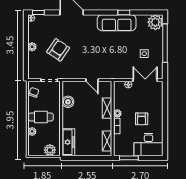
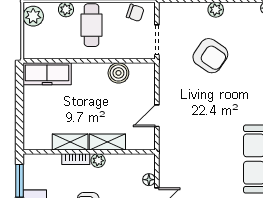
shelving: (107, 141) -> (70, 142), moved
plant: (50, 150) -> (33, 16), moved

